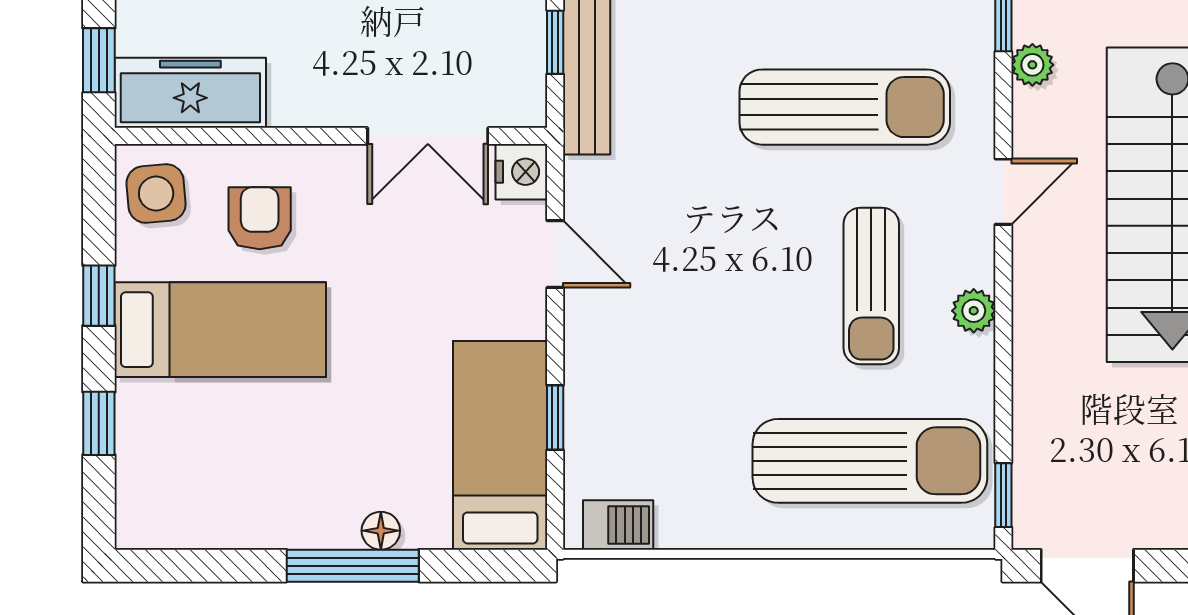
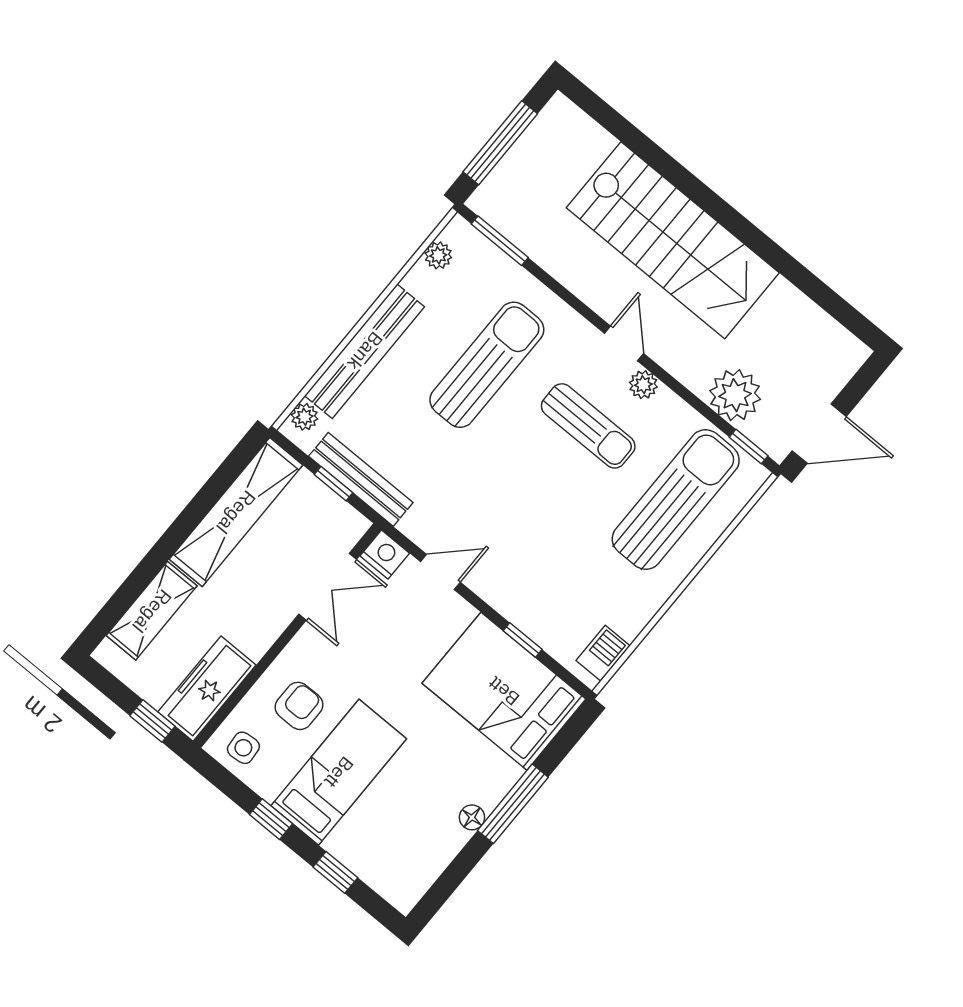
plant: (1032, 65) -> (735, 395), moved, width x1.88, depth x1.88
door: (1003, 192) -> (624, 343), moved
side table: (156, 194) -> (243, 748), width x0.73, depth x0.73
armchair: (260, 218) -> (299, 706), turned 90
bed: (500, 445) -> (504, 691), width x1.50
floor lamp: (381, 531) -> (472, 817), moved

